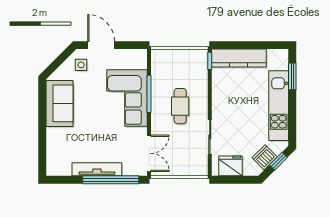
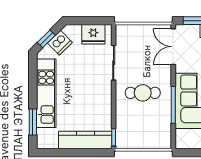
cafe table: (180, 106) -> (143, 93), turned 90

